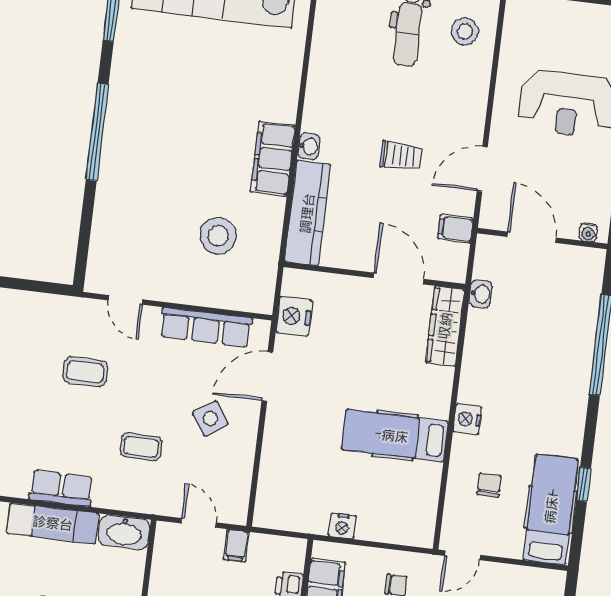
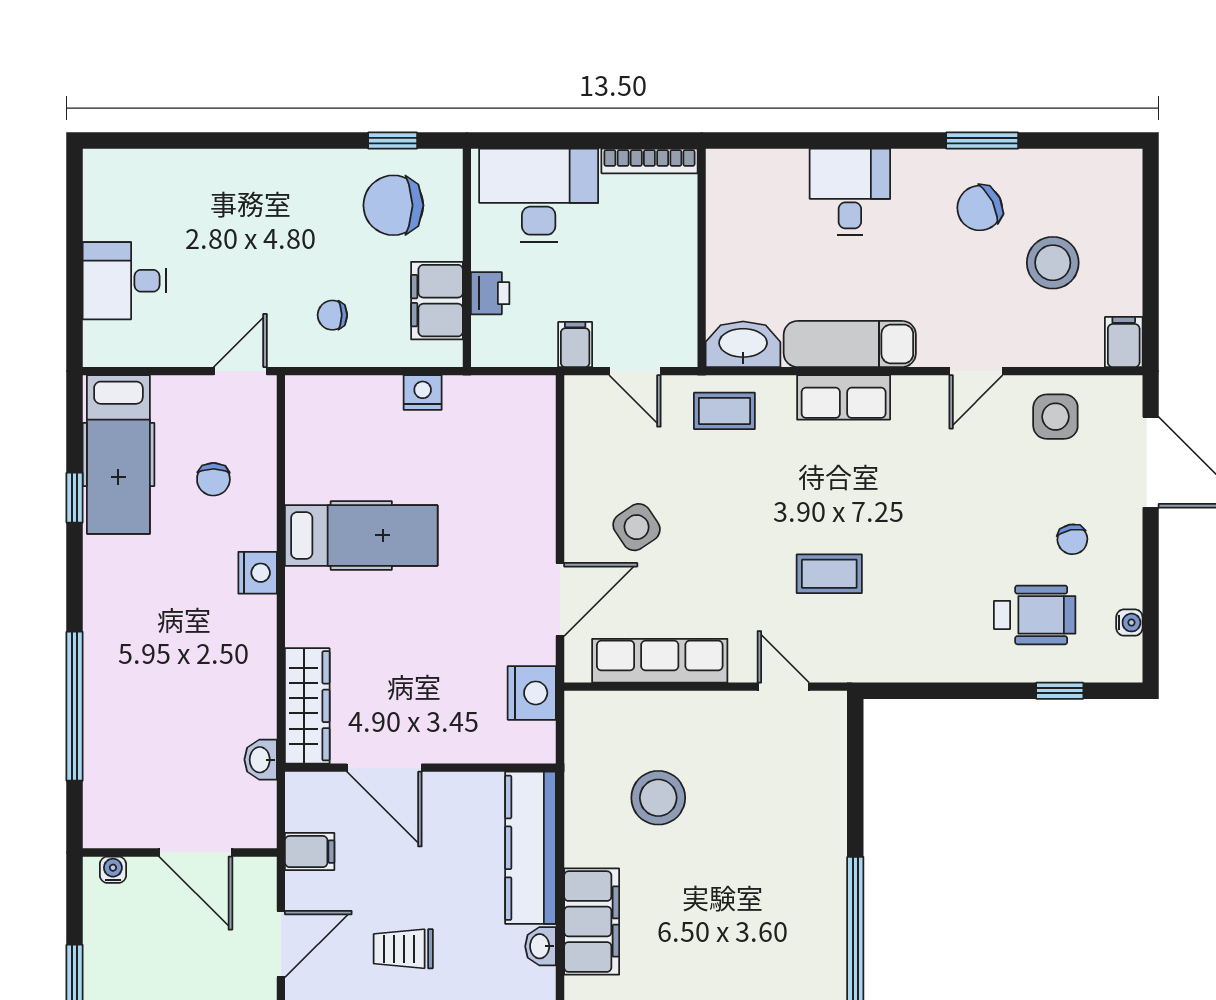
coffee table: (141, 447) -> (724, 411), moved

